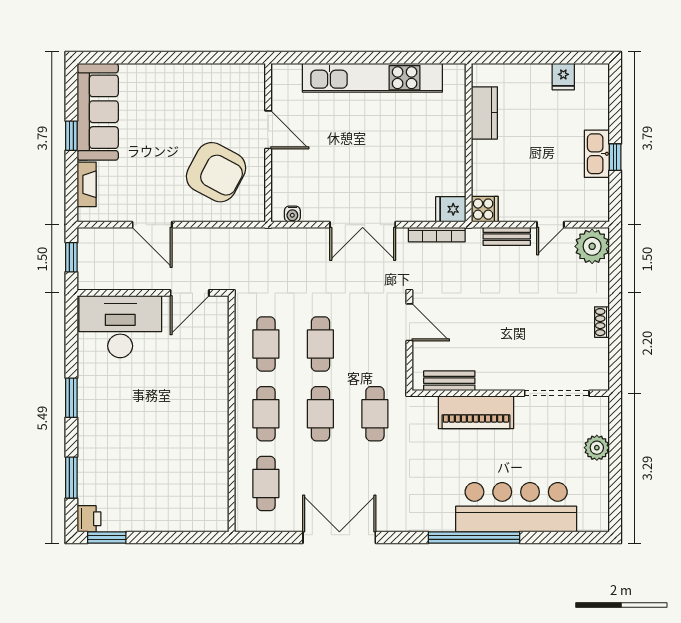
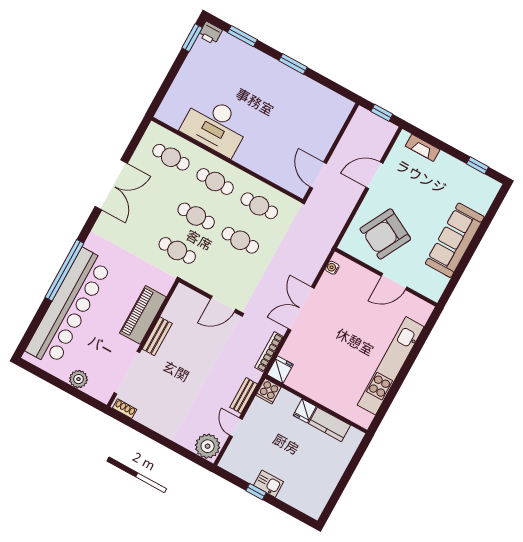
fridge: (563, 77) -> (305, 411), moved, turned -90
sofa: (98, 112) -> (455, 240), moved, turned 90
window: (71, 136) -> (478, 165), moved
kitchen sink: (597, 154) -> (269, 484), width x0.73
shoe rack: (602, 322) -> (125, 409), moved
desk: (120, 327) -> (215, 126), moved, turned 90
bench: (449, 381) -> (157, 336), moved
bar counter: (516, 507) -> (69, 307), width x1.36

